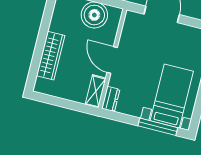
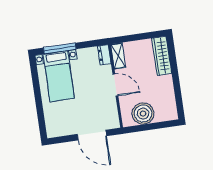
wardrobe: (51, 56) -> (162, 56), moved

